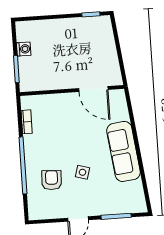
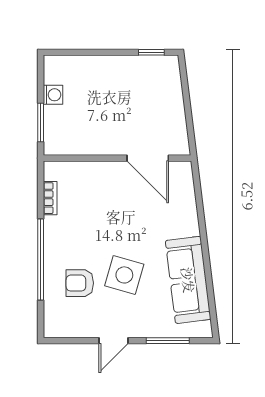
sofa: (123, 151) -> (188, 280), moved
side table: (83, 172) -> (124, 275), width x1.87, depth x1.87
armchair: (52, 180) -> (80, 283), turned -93

